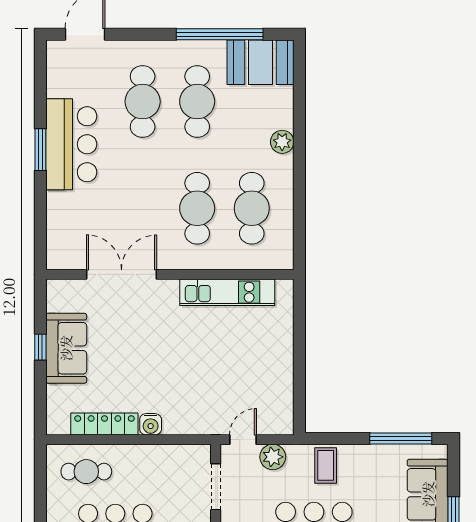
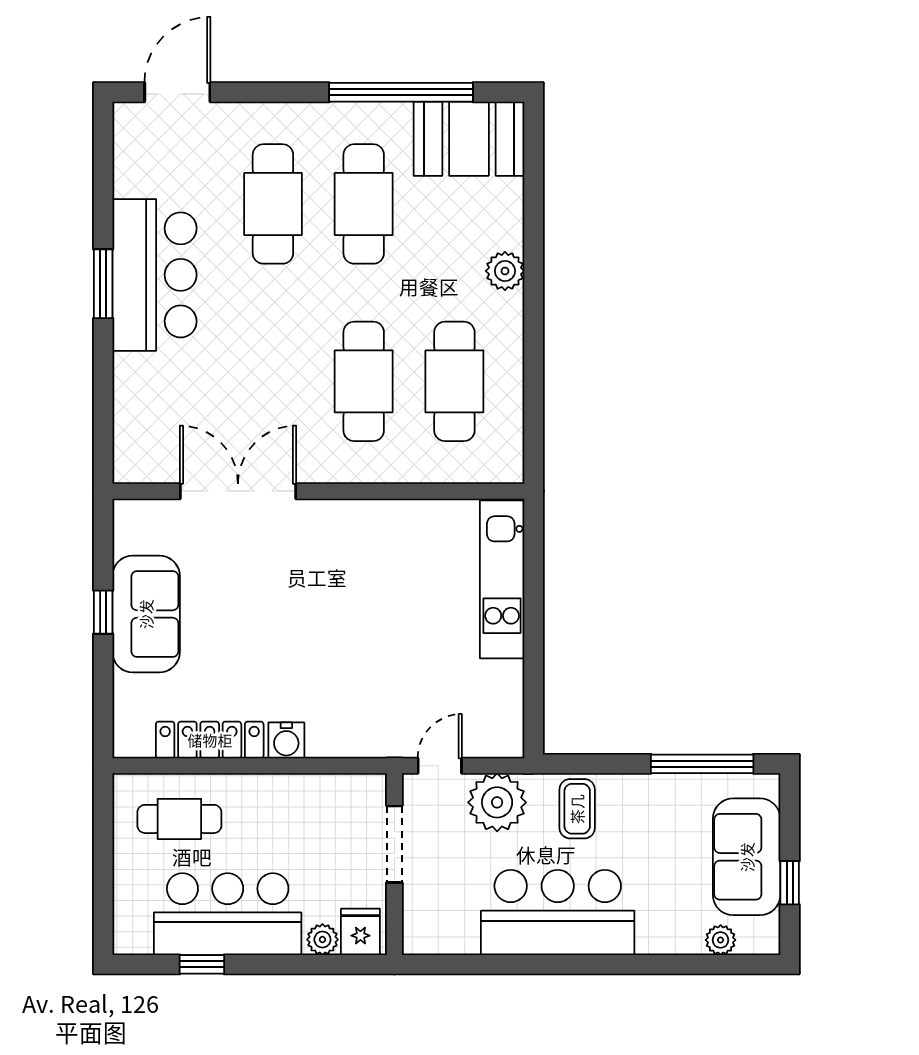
kitchen unit: (227, 292) -> (502, 579), moved, turned 90
plant: (273, 457) -> (497, 802), width x1.36, depth x1.36

